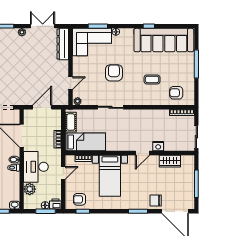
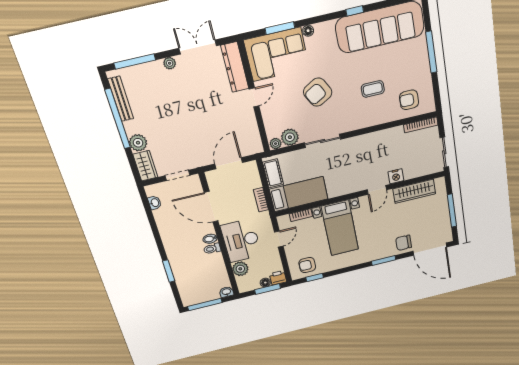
armchair: (114, 73) -> (318, 92), turned -119
door: (71, 83) -> (254, 97), moved
plant: (88, 99) -> (290, 137), added
wardrobe: (170, 161) -> (414, 191), width x1.50

